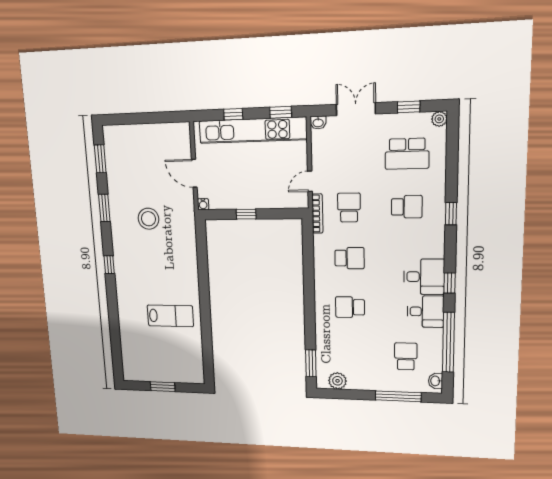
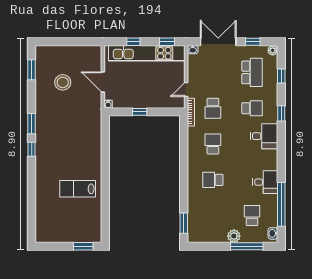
double door: (356, 109) -> (218, 42), width x1.37
school desk: (407, 154) -> (252, 72), turned -90
window: (104, 208) -> (32, 124), moved
school desk: (349, 208) -> (213, 108), turned 180
stool: (148, 219) -> (63, 82), moved
school desk: (349, 258) -> (213, 144), turned -90
desk: (424, 277) -> (264, 136), moved
window: (450, 283) -> (281, 76), moved
lab bench: (170, 316) -> (78, 189), turned 180
plant: (337, 381) -> (234, 236), moved
window: (163, 387) -> (83, 246), moved

